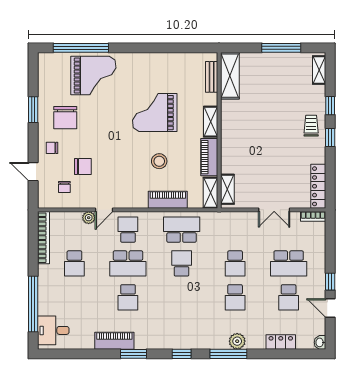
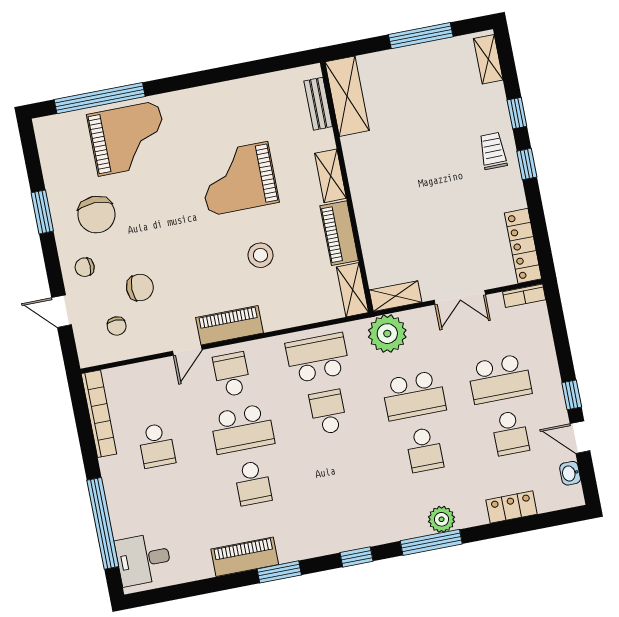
shelving: (227, 189) -> (395, 296), moved, turned 90
piano: (168, 200) -> (230, 325), moved
plant: (89, 218) -> (387, 334), moved, width x1.87, depth x1.87
school desk: (235, 263) -> (414, 395), width x1.85
washbasin: (320, 342) -> (570, 473), moved

